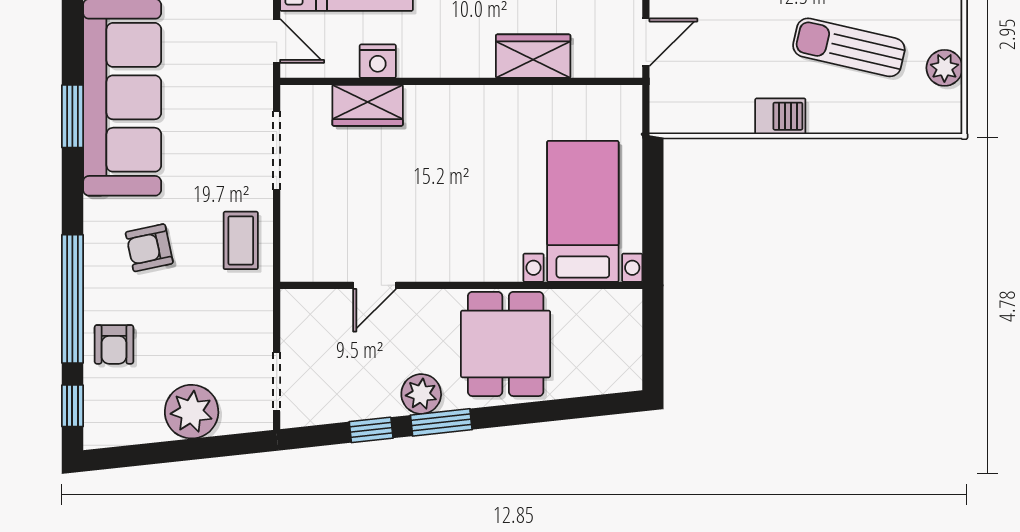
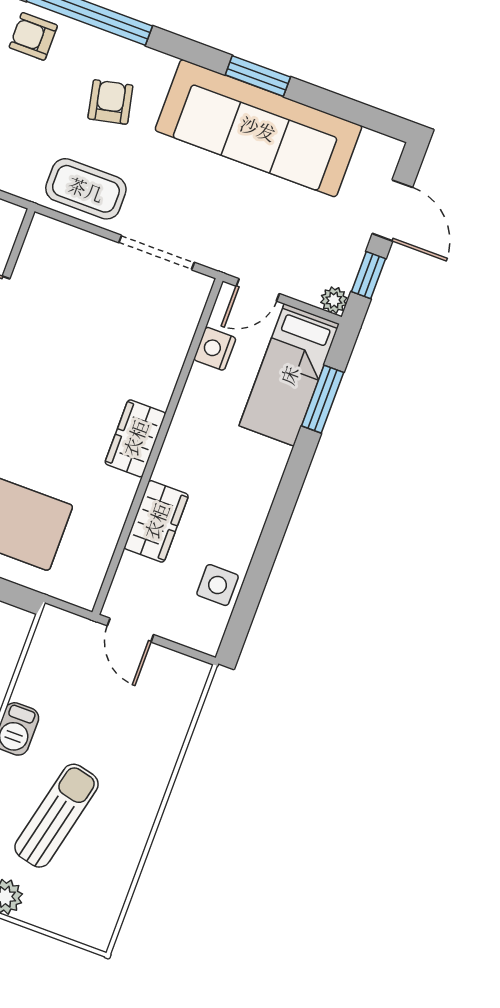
nightstand: (378, 61) -> (215, 349), moved
wardrobe: (368, 105) -> (135, 438), moved
coffee table: (241, 240) -> (86, 189), width x1.36, depth x1.30

